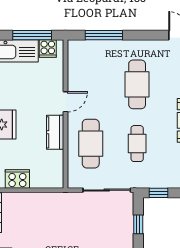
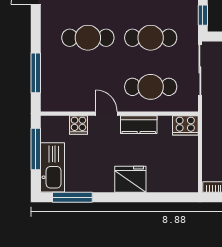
cooker: (48, 49) -> (78, 125), moved, turned 90
cafe table: (137, 144) -> (151, 38), width x1.37, depth x1.35
cooker: (17, 179) -> (185, 125), moved, turned -90

